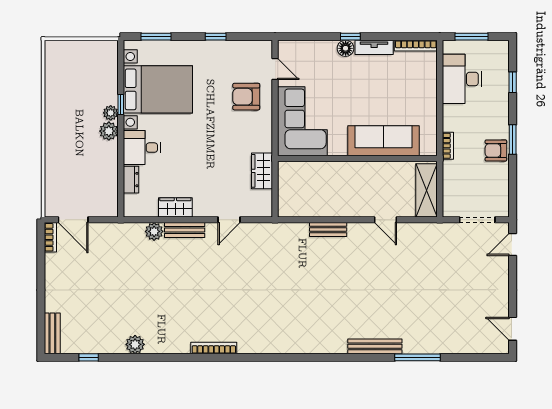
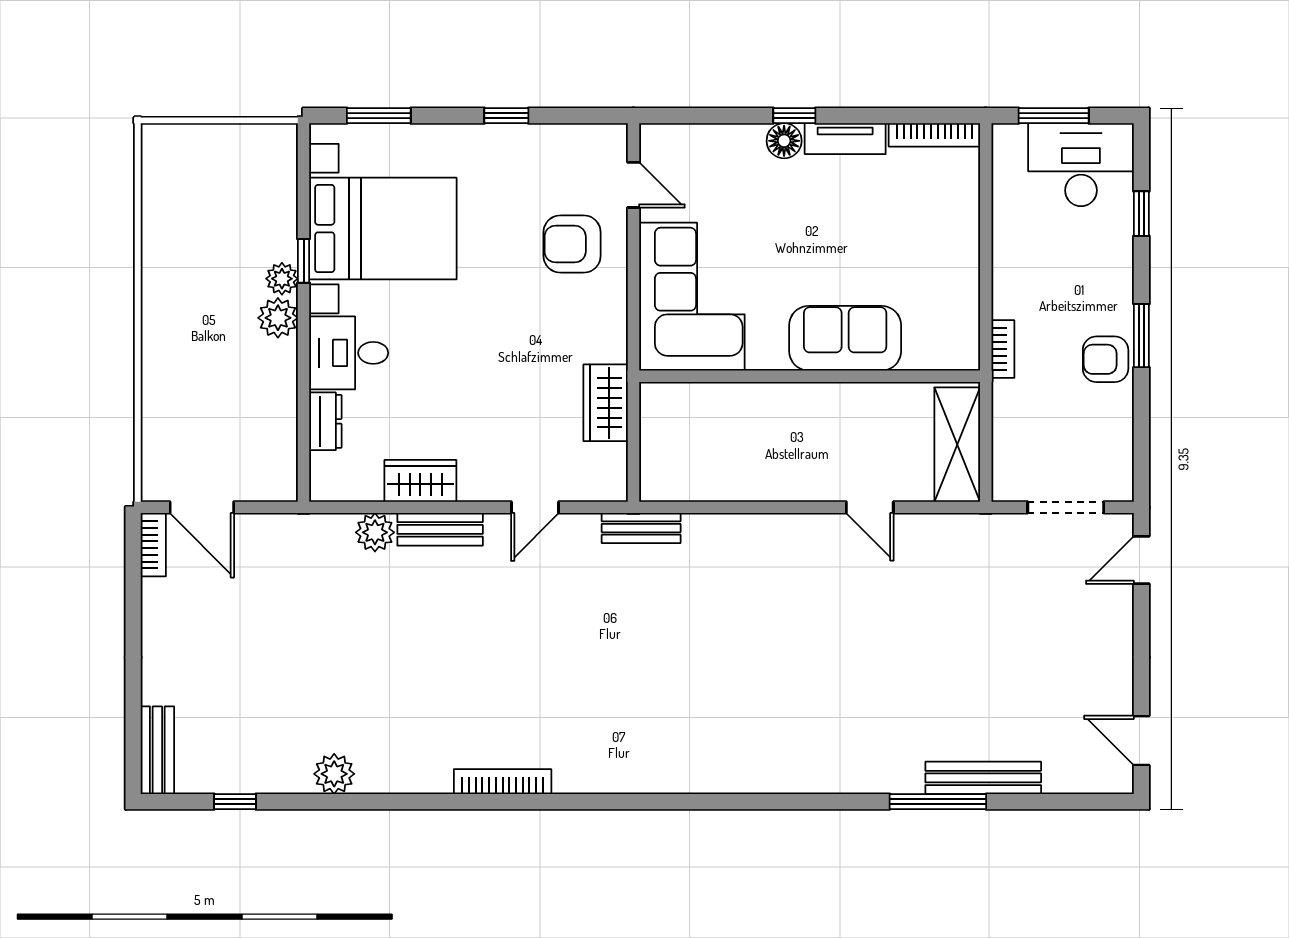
desk: (462, 79) -> (1081, 165), moved, turned 90
sofa: (384, 141) -> (845, 338), width x0.73
bench: (328, 229) -> (641, 528), moved
bench: (375, 346) -> (983, 778), moved

